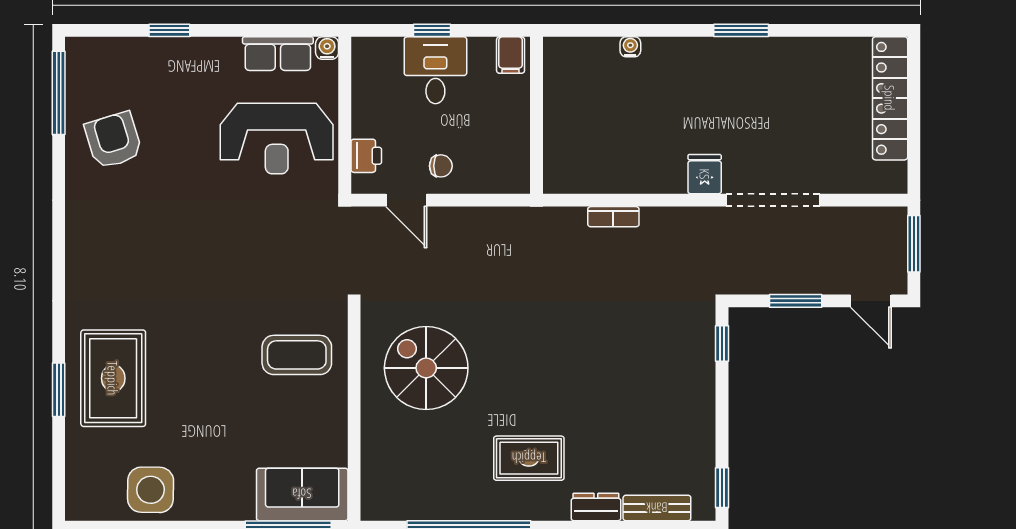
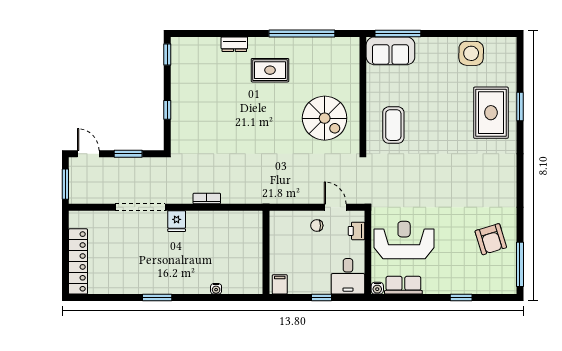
desk: (435, 70) -> (348, 276), moved
bookcase: (613, 217) -> (207, 199), moved
window: (722, 343) -> (167, 110), moved
coffee table: (297, 355) -> (393, 125), turned 90
bench: (657, 508) -> (202, 44), removed

